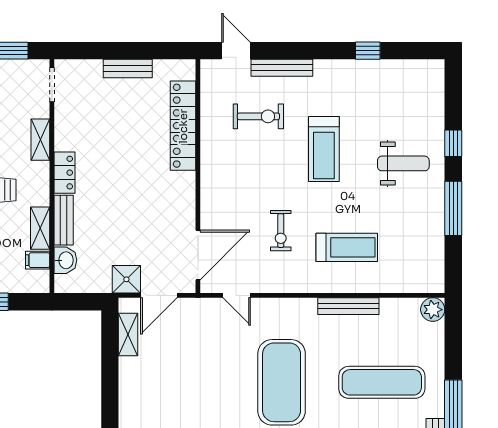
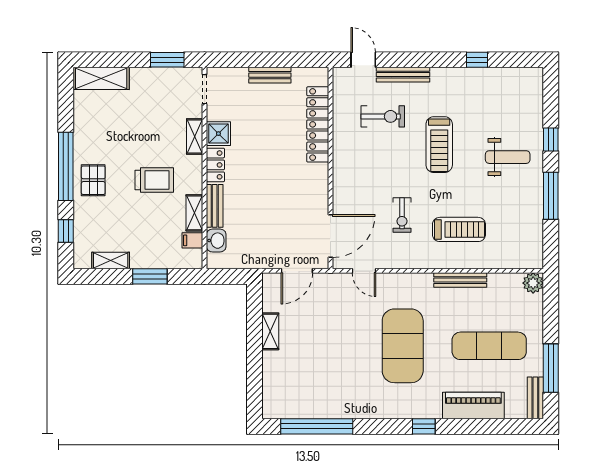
shower: (126, 279) -> (218, 134), moved
shelving: (128, 335) -> (270, 331), moved

